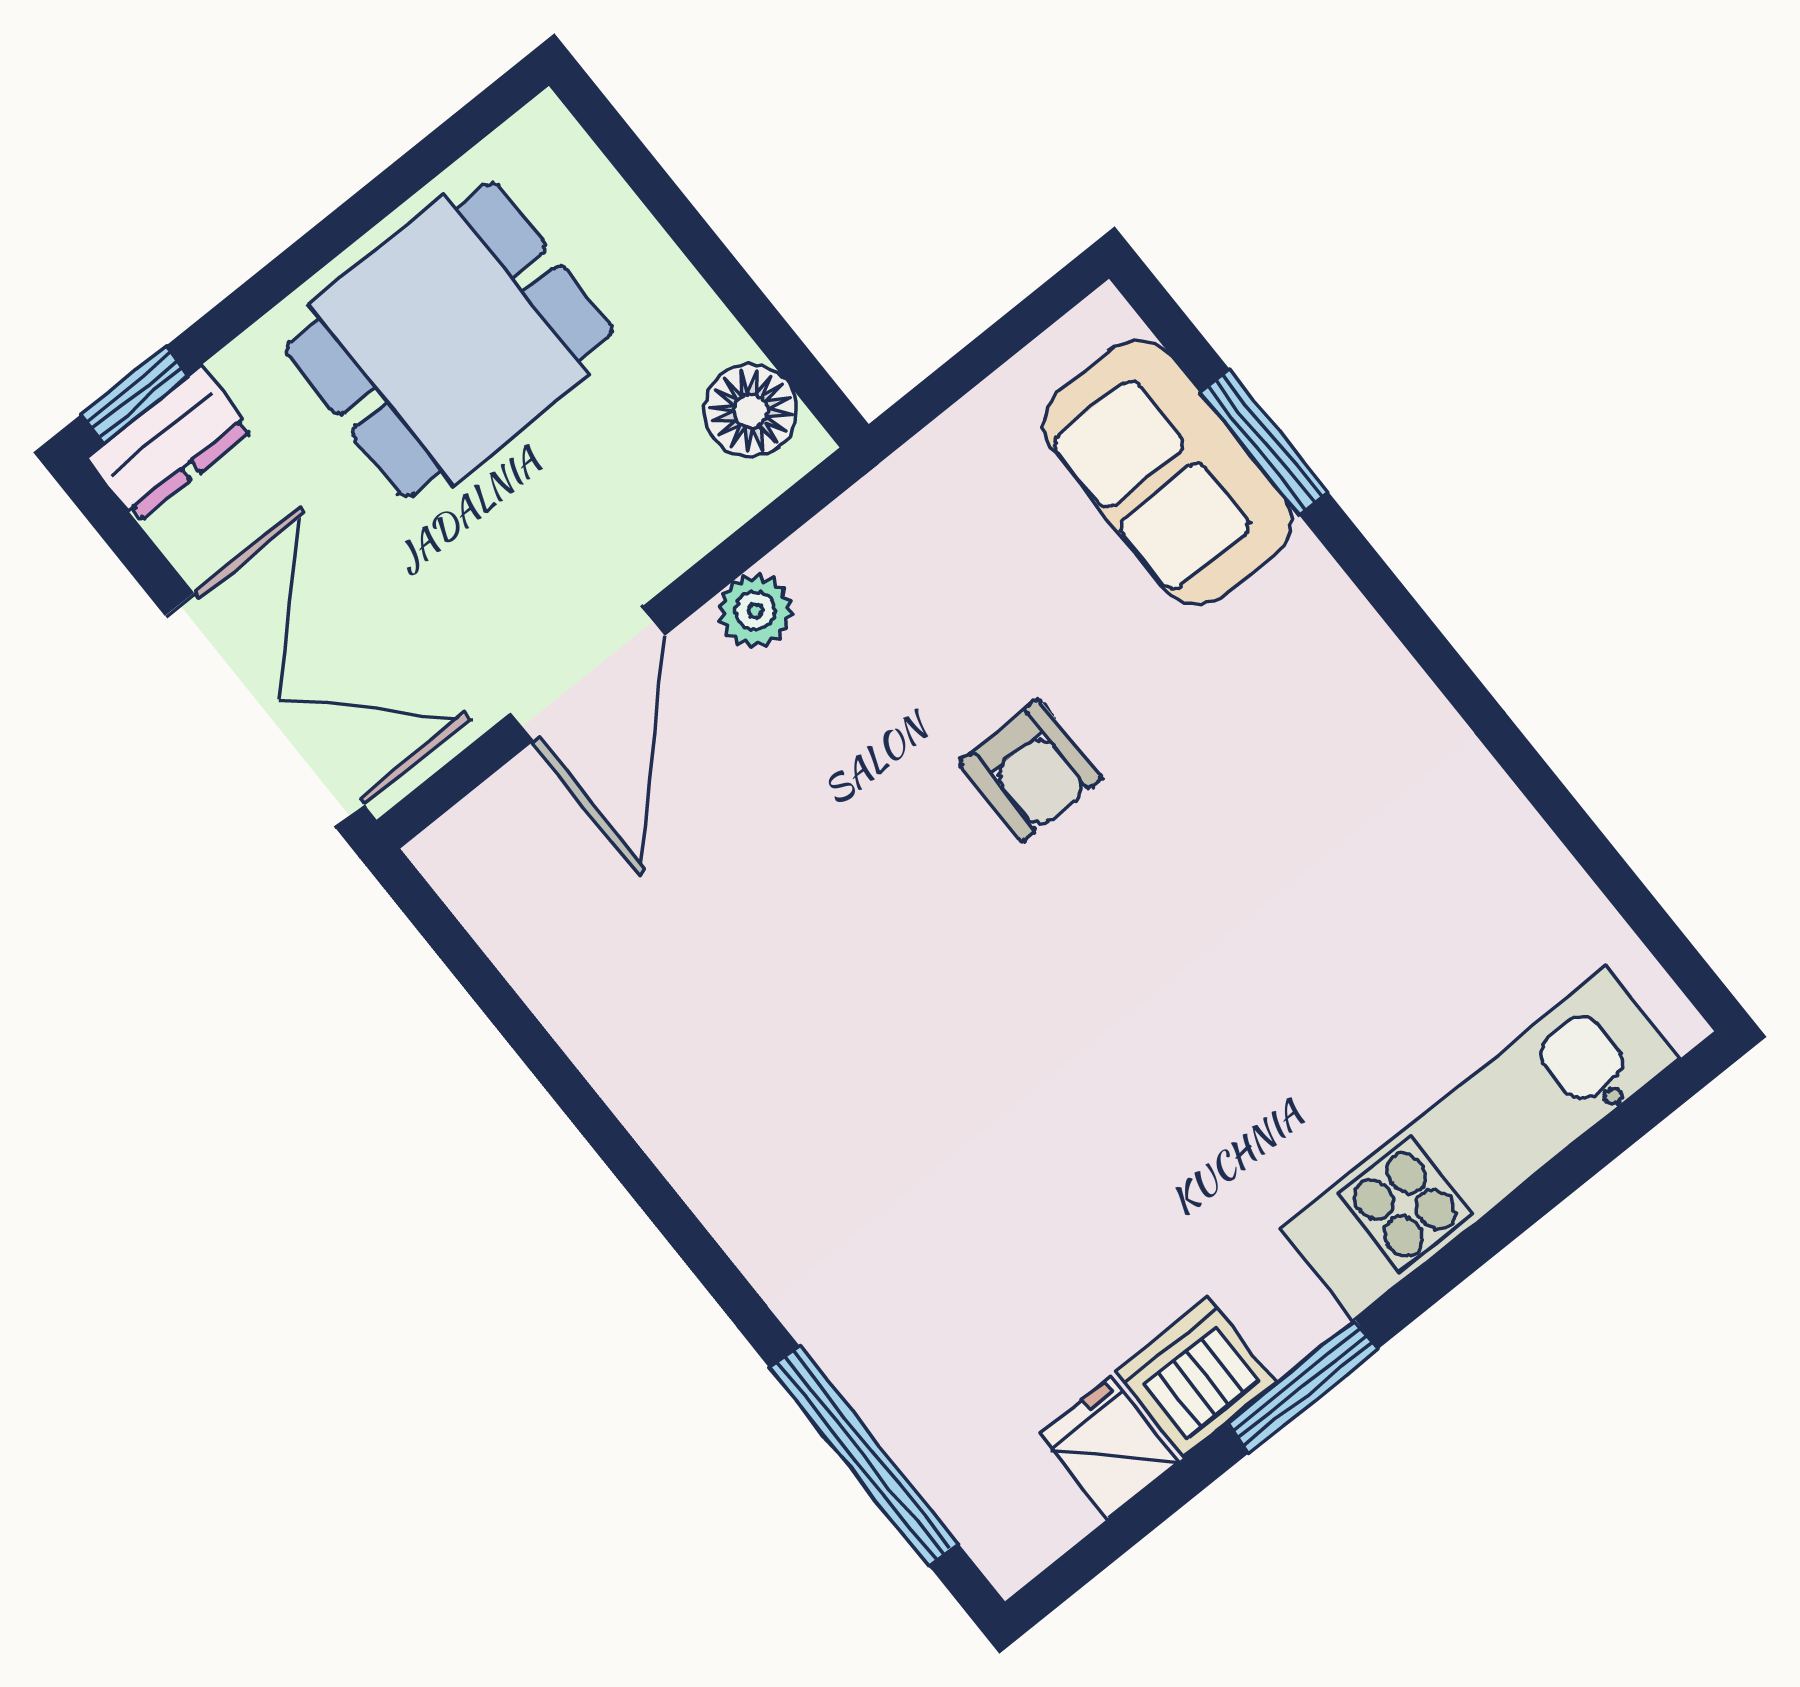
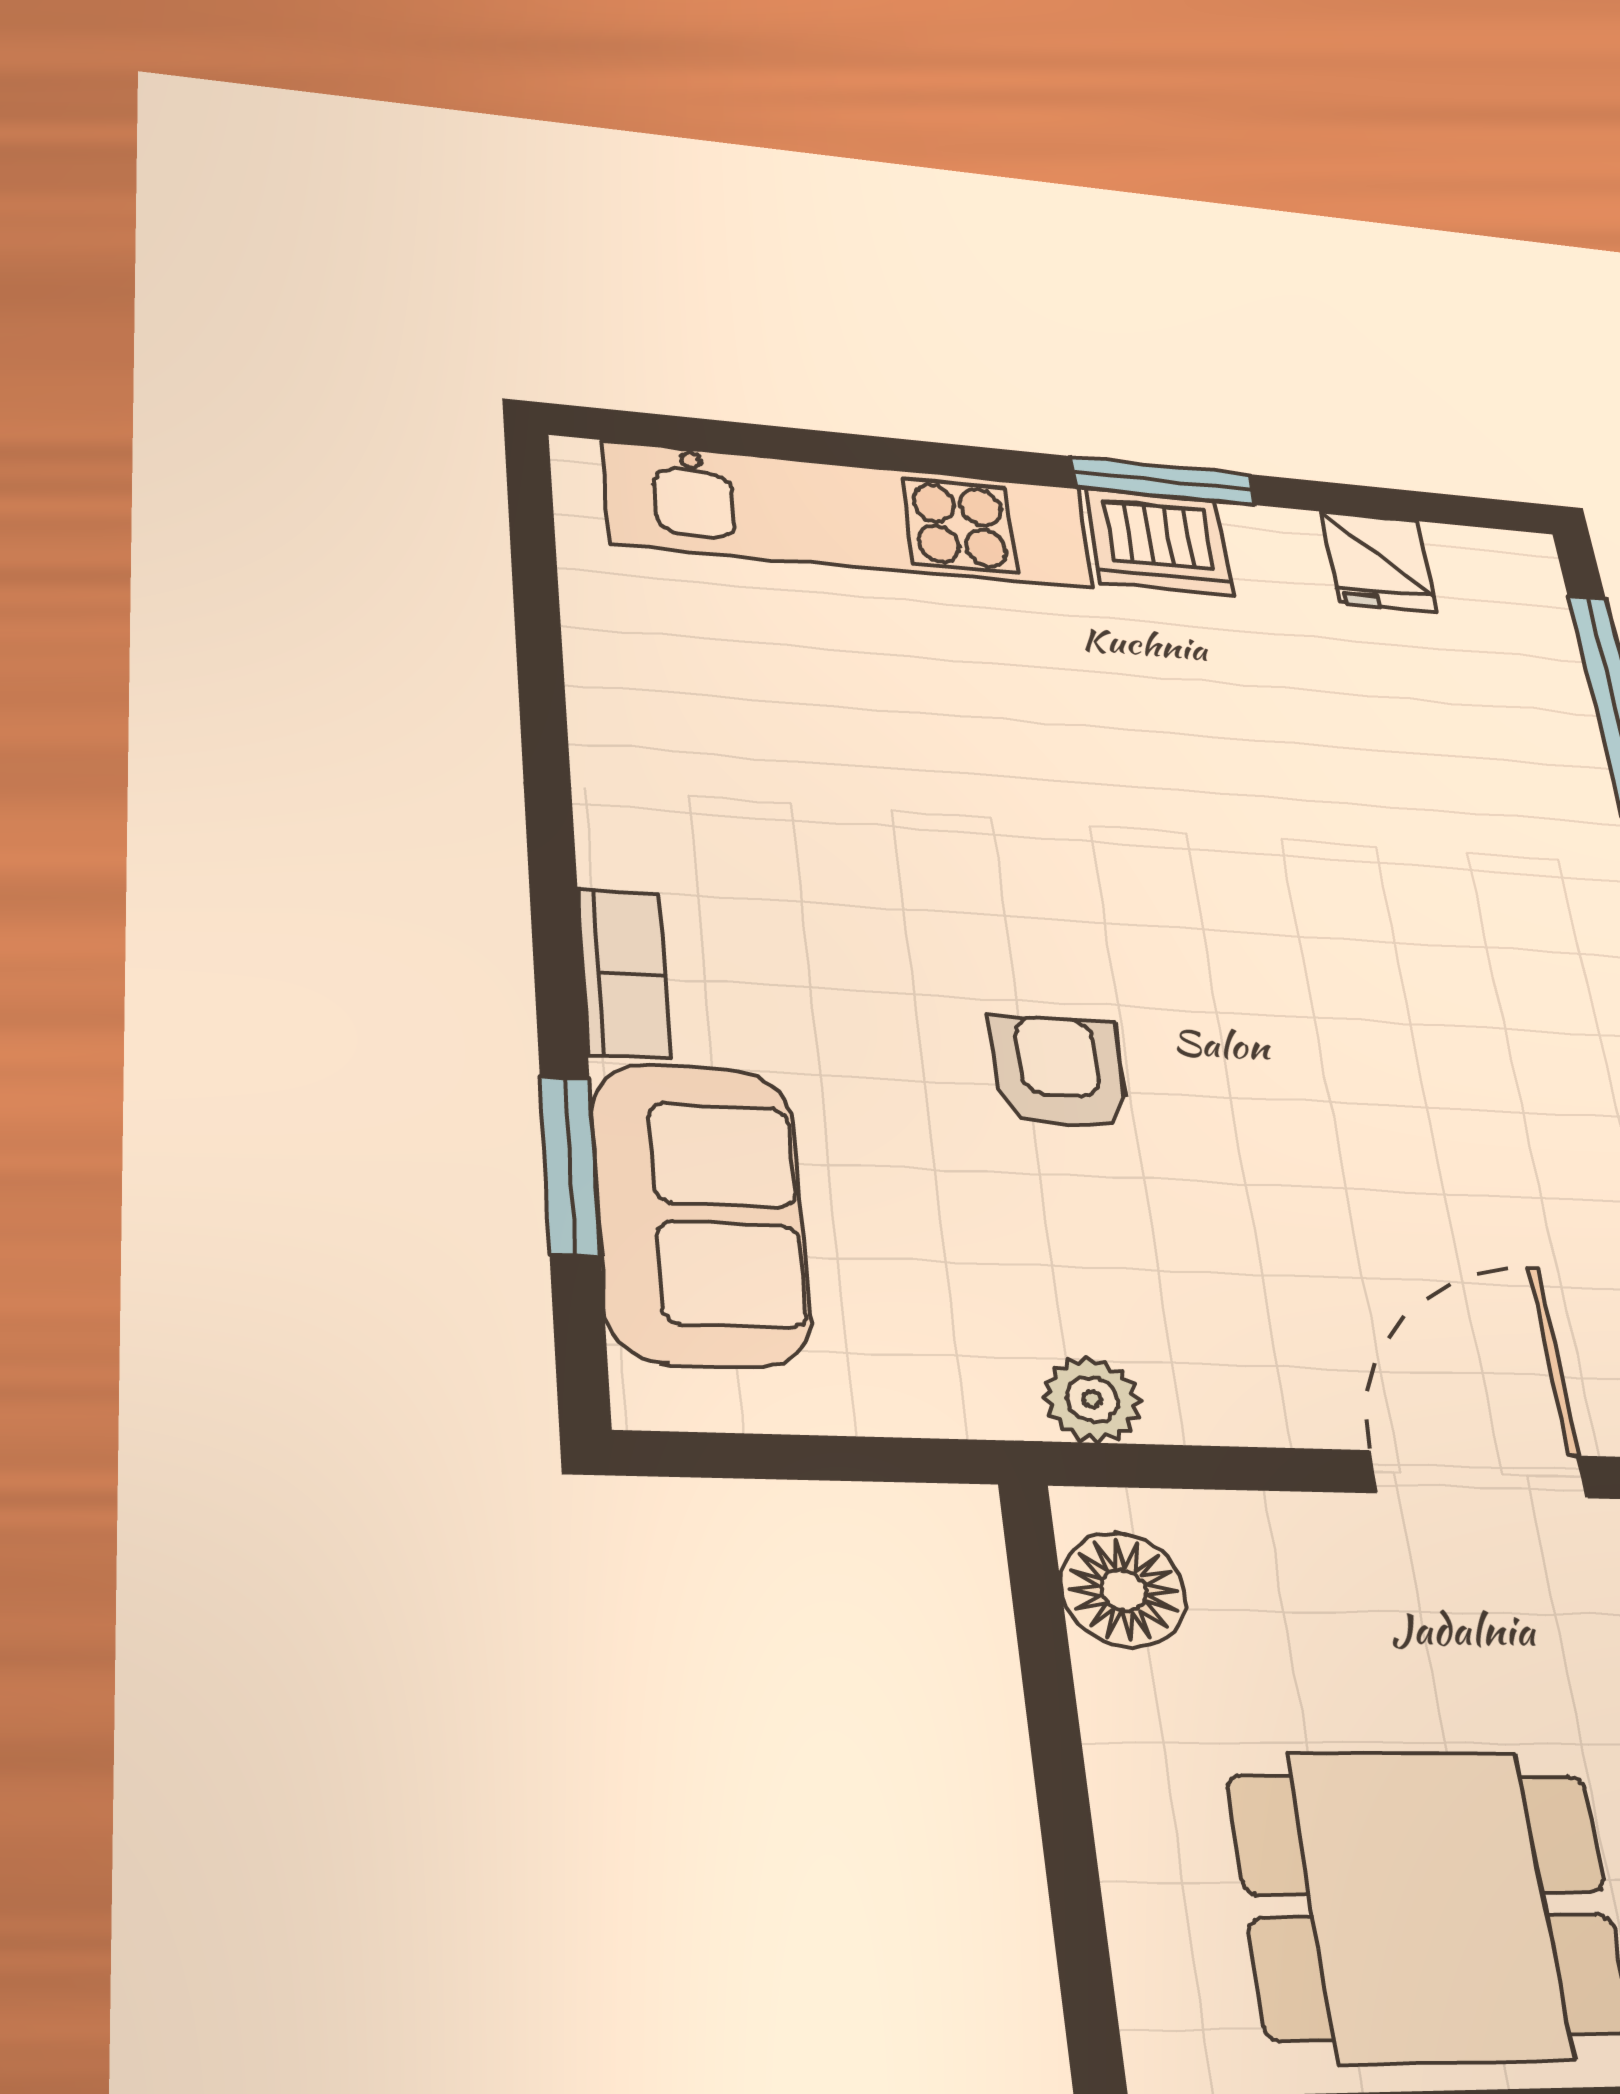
plant: (755, 611) -> (1092, 1399), moved
bookcase: (1339, 615) -> (624, 972), added
dishwasher: (1196, 1376) -> (1159, 542), moved

